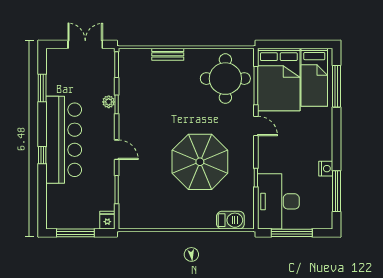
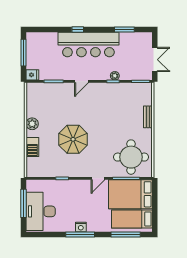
parasol: (200, 162) -> (73, 139), width x0.73, depth x0.73
nightstand: (326, 169) -> (81, 227), moved
window: (336, 191) -> (80, 234), moved
desk: (278, 201) -> (41, 211), moved, turned -90
barbecue: (230, 220) -> (32, 147), moved
plant: (178, 221) -> (32, 124), added

